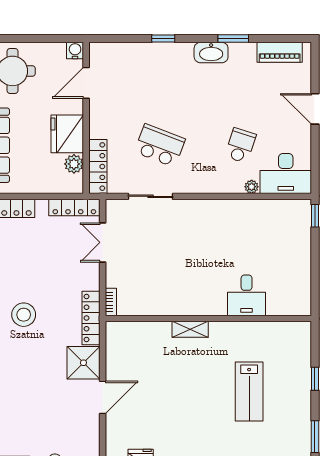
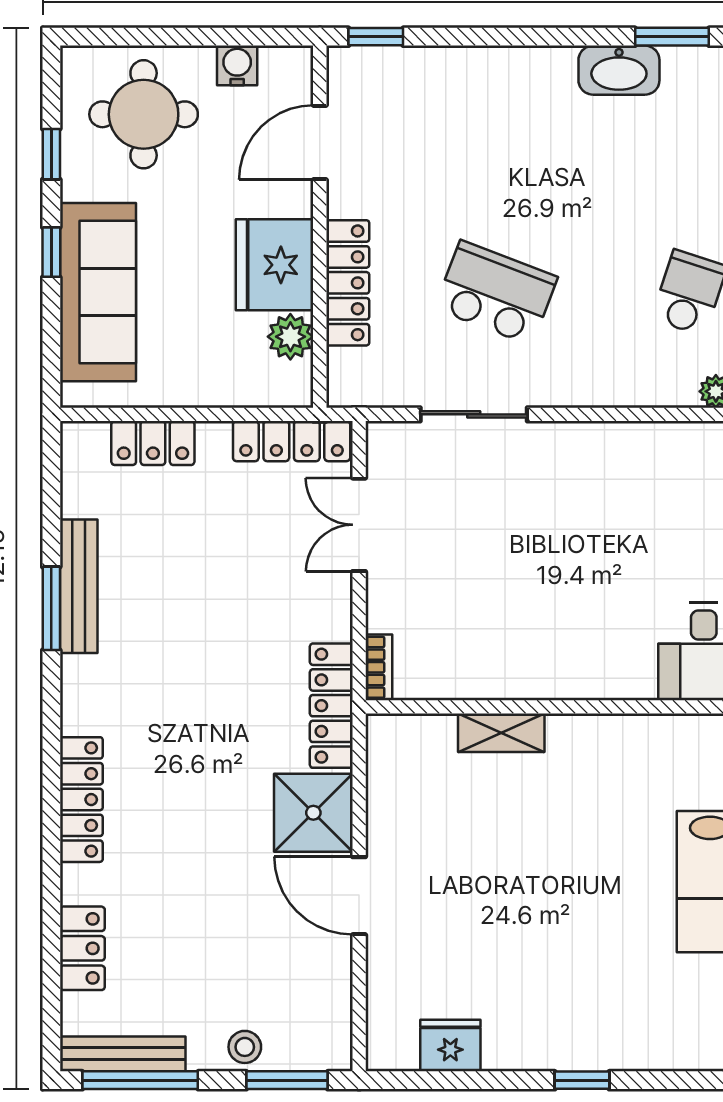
window: (163, 39) -> (376, 37), moved
water cooler: (75, 51) -> (237, 65), moved
locker: (98, 167) -> (348, 283), moved
stool: (24, 315) -> (170, 698), removed
shelving: (190, 329) -> (501, 733), moved
door: (103, 397) -> (359, 896), swing flipped

